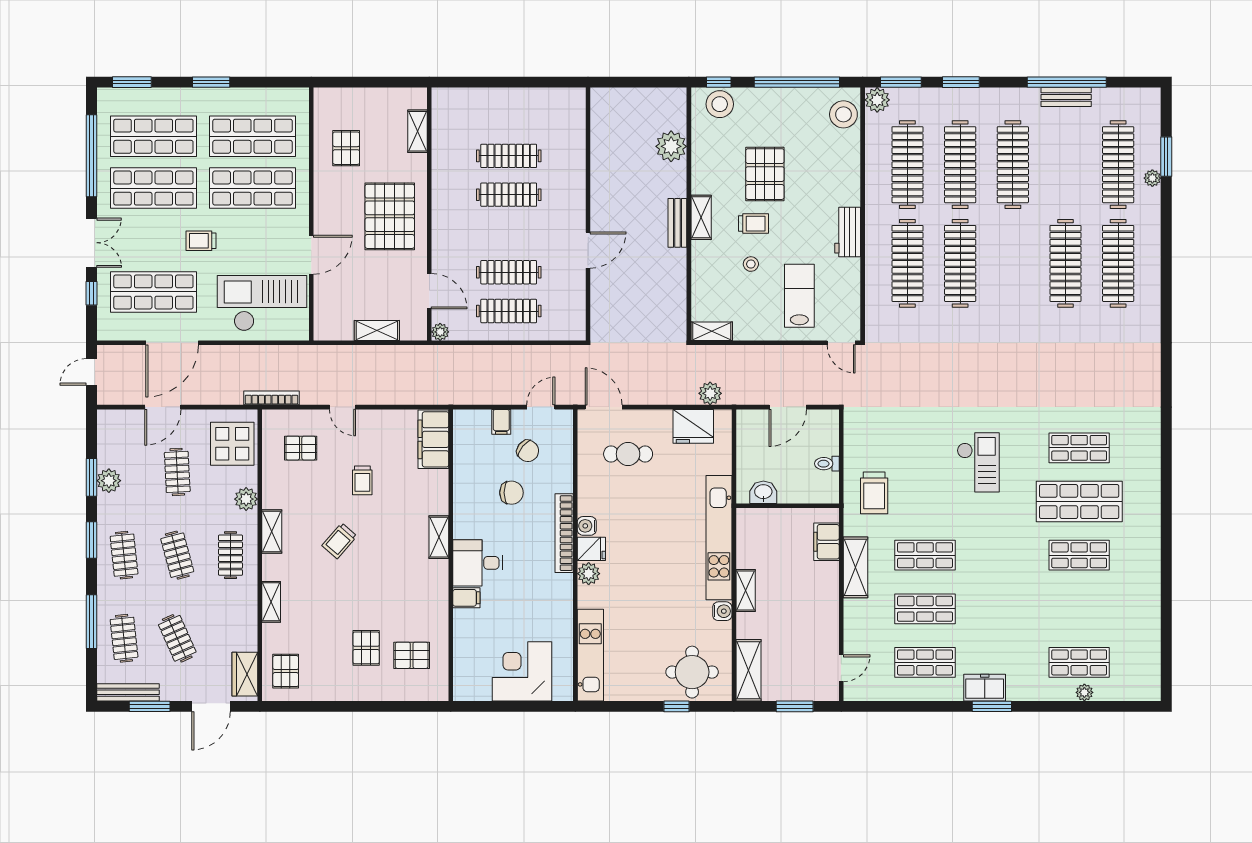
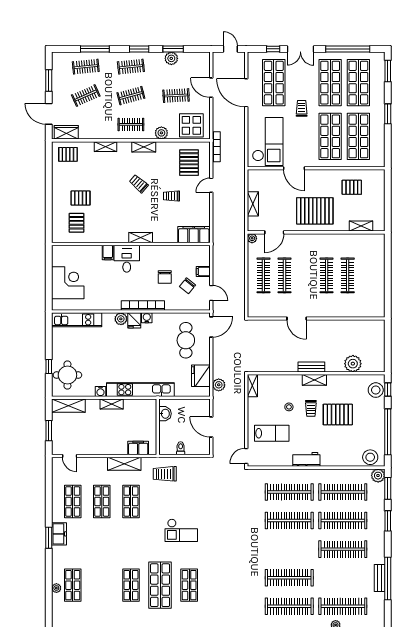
pallet: (301, 448) -> (189, 163), width x1.50, depth x1.42
cafe table: (628, 454) -> (186, 340), width x1.37, depth x1.35
bench: (128, 692) -> (56, 69), removed

